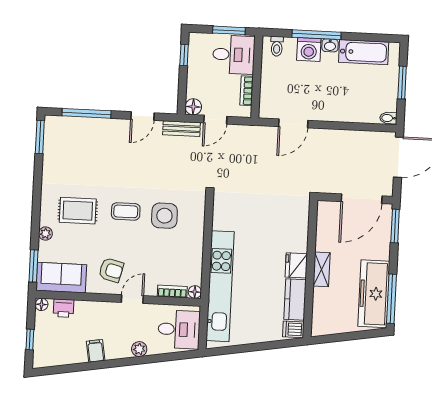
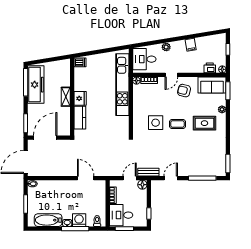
door: (293, 123) -> (86, 178), hinge flipped
kitchen counter: (295, 299) -> (80, 118), moved

